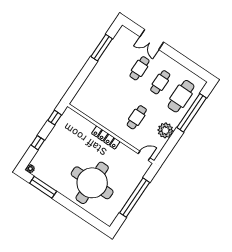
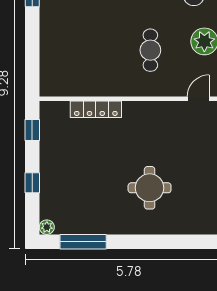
locker: (106, 138) -> (96, 109), moved
round table: (92, 183) -> (150, 188), width x0.54, depth x0.54

